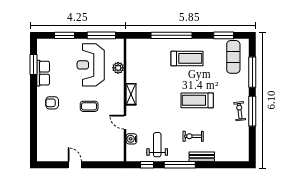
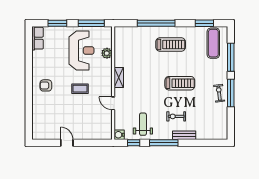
window: (34, 64) -> (29, 50), removed
reception desk: (91, 65) -> (81, 51), turned 180
row of seats: (43, 73) -> (37, 38), moved
treadmill: (197, 100) -> (180, 83), turned 180
water cooler: (131, 139) -> (119, 135), moved

